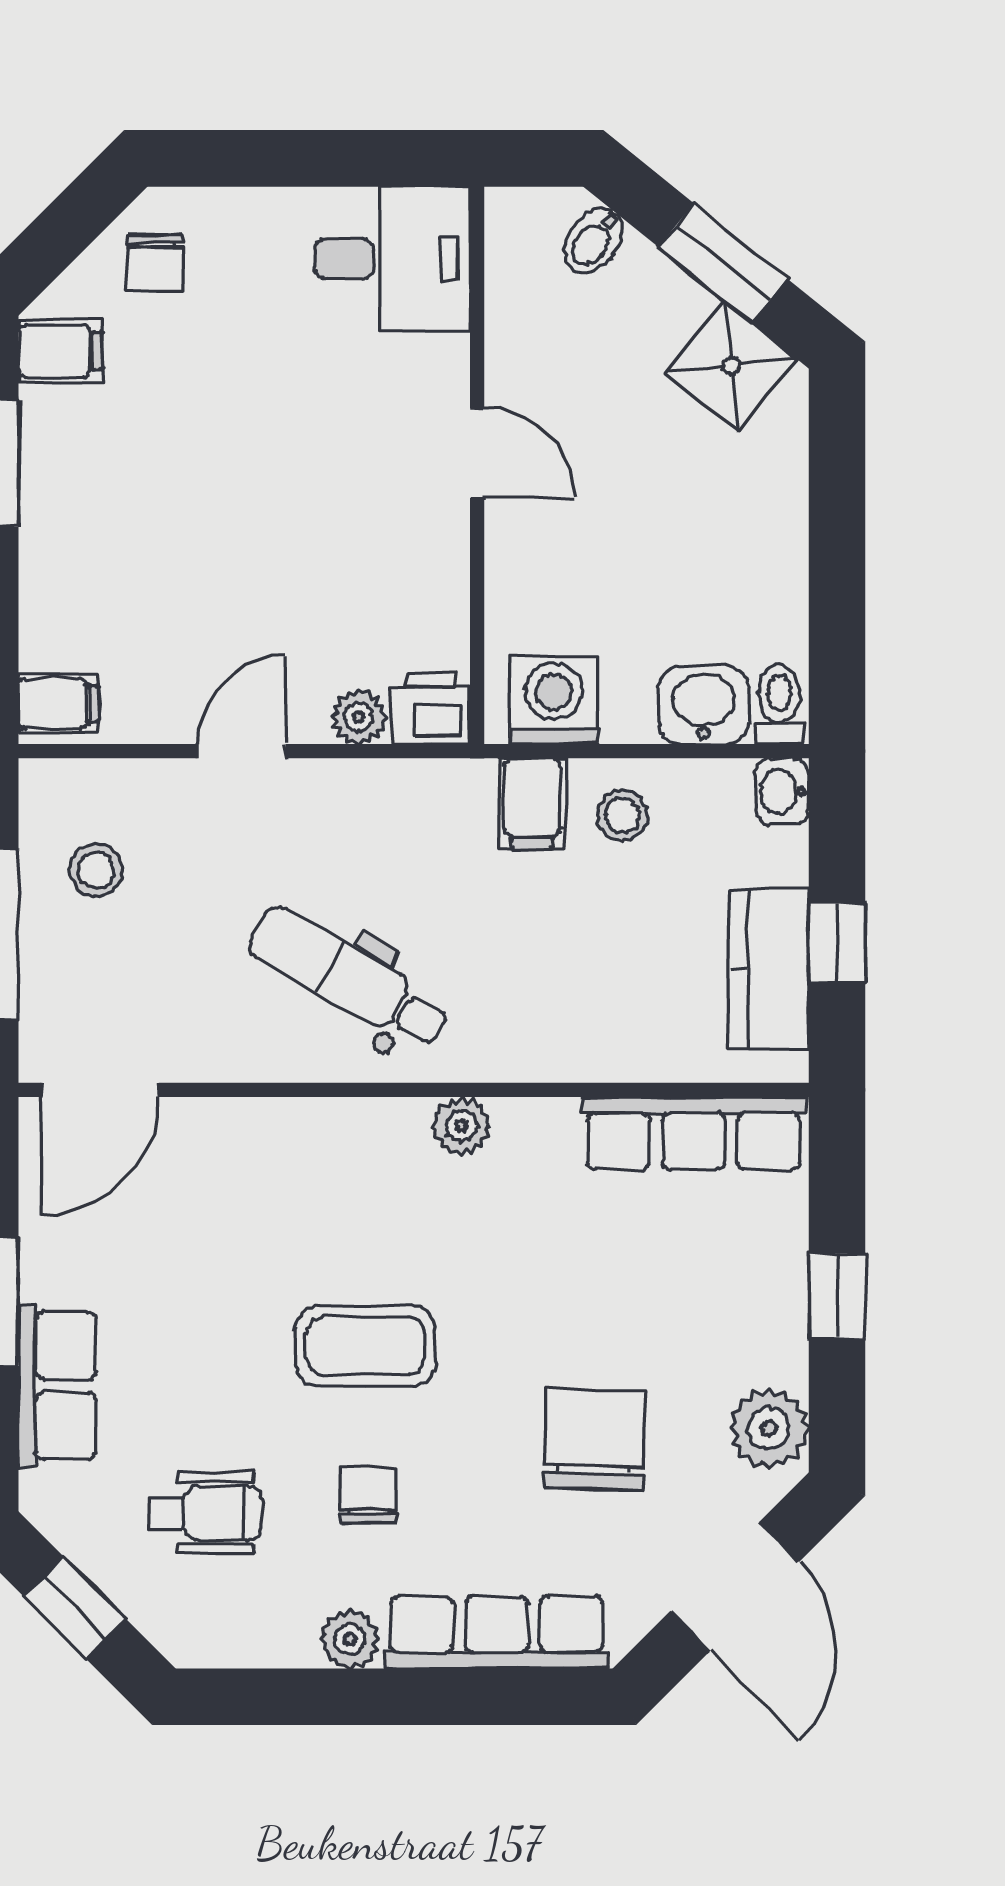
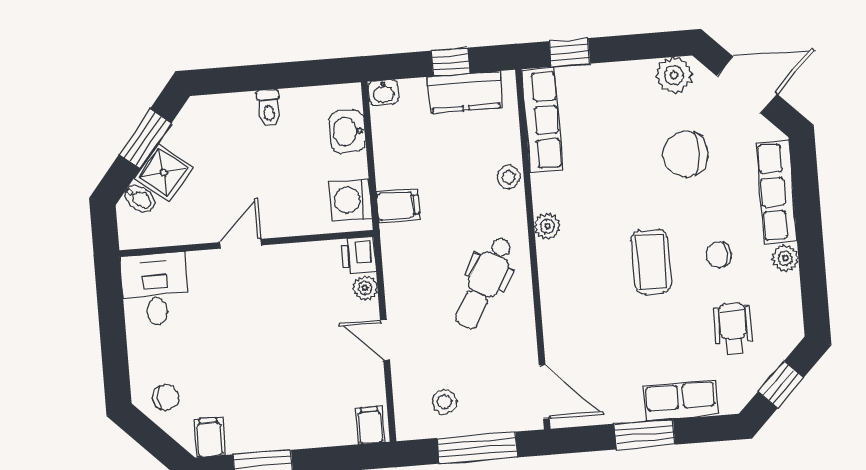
shower: (731, 366) -> (164, 172), moved
toilet: (779, 704) -> (269, 108), moved, turned -90
stool: (622, 815) -> (508, 177), moved
window: (837, 1296) -> (570, 52), moved

